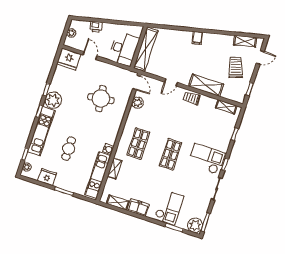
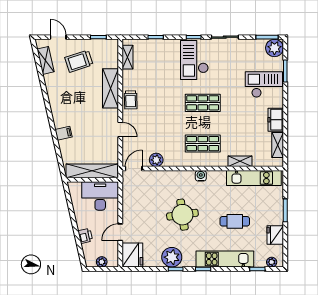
filing cabinet: (197, 38) -> (64, 133), moved
round table: (101, 99) -> (182, 215), moved
plant: (53, 100) -> (172, 257), moved
water cooler: (108, 149) -> (201, 176), moved

